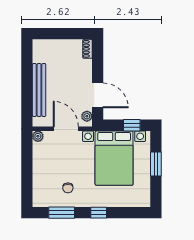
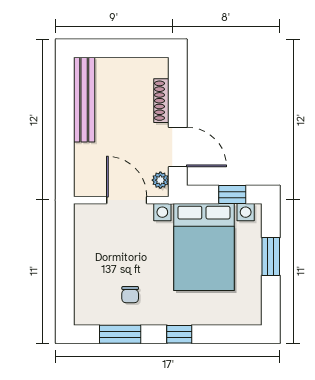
shoe rack: (87, 49) -> (161, 101), moved, width x1.43
bench: (39, 90) -> (84, 100), moved
plant: (38, 136) -> (82, 212), removed

